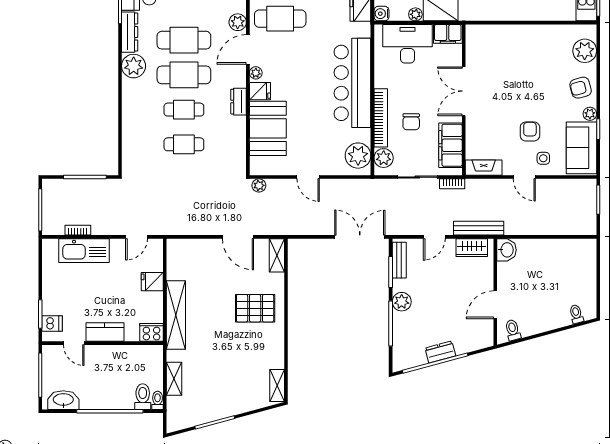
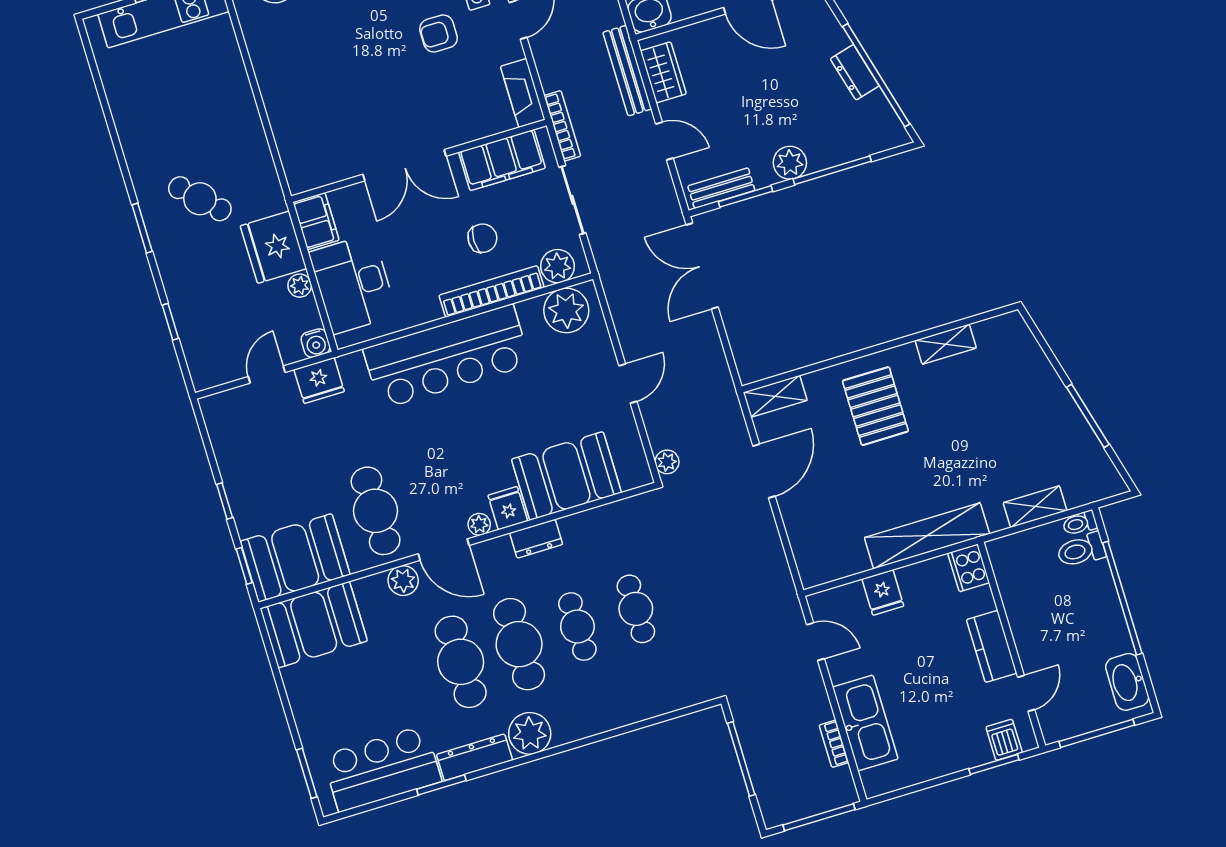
bookcase: (452, 184) -> (562, 126), width x1.56
shelving: (277, 385) -> (946, 344), moved

